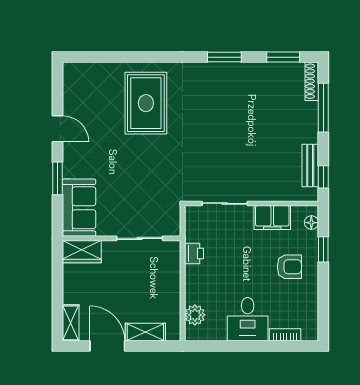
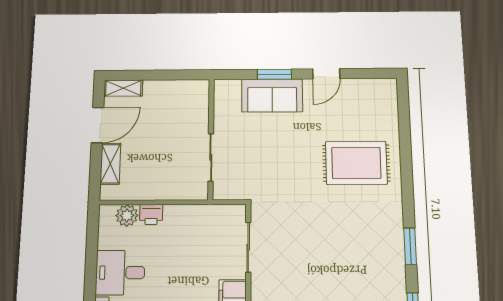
sofa: (79, 208) -> (272, 95), moved
wardrobe: (82, 252) -> (198, 99), removed
printer: (194, 254) -> (151, 214), moved

